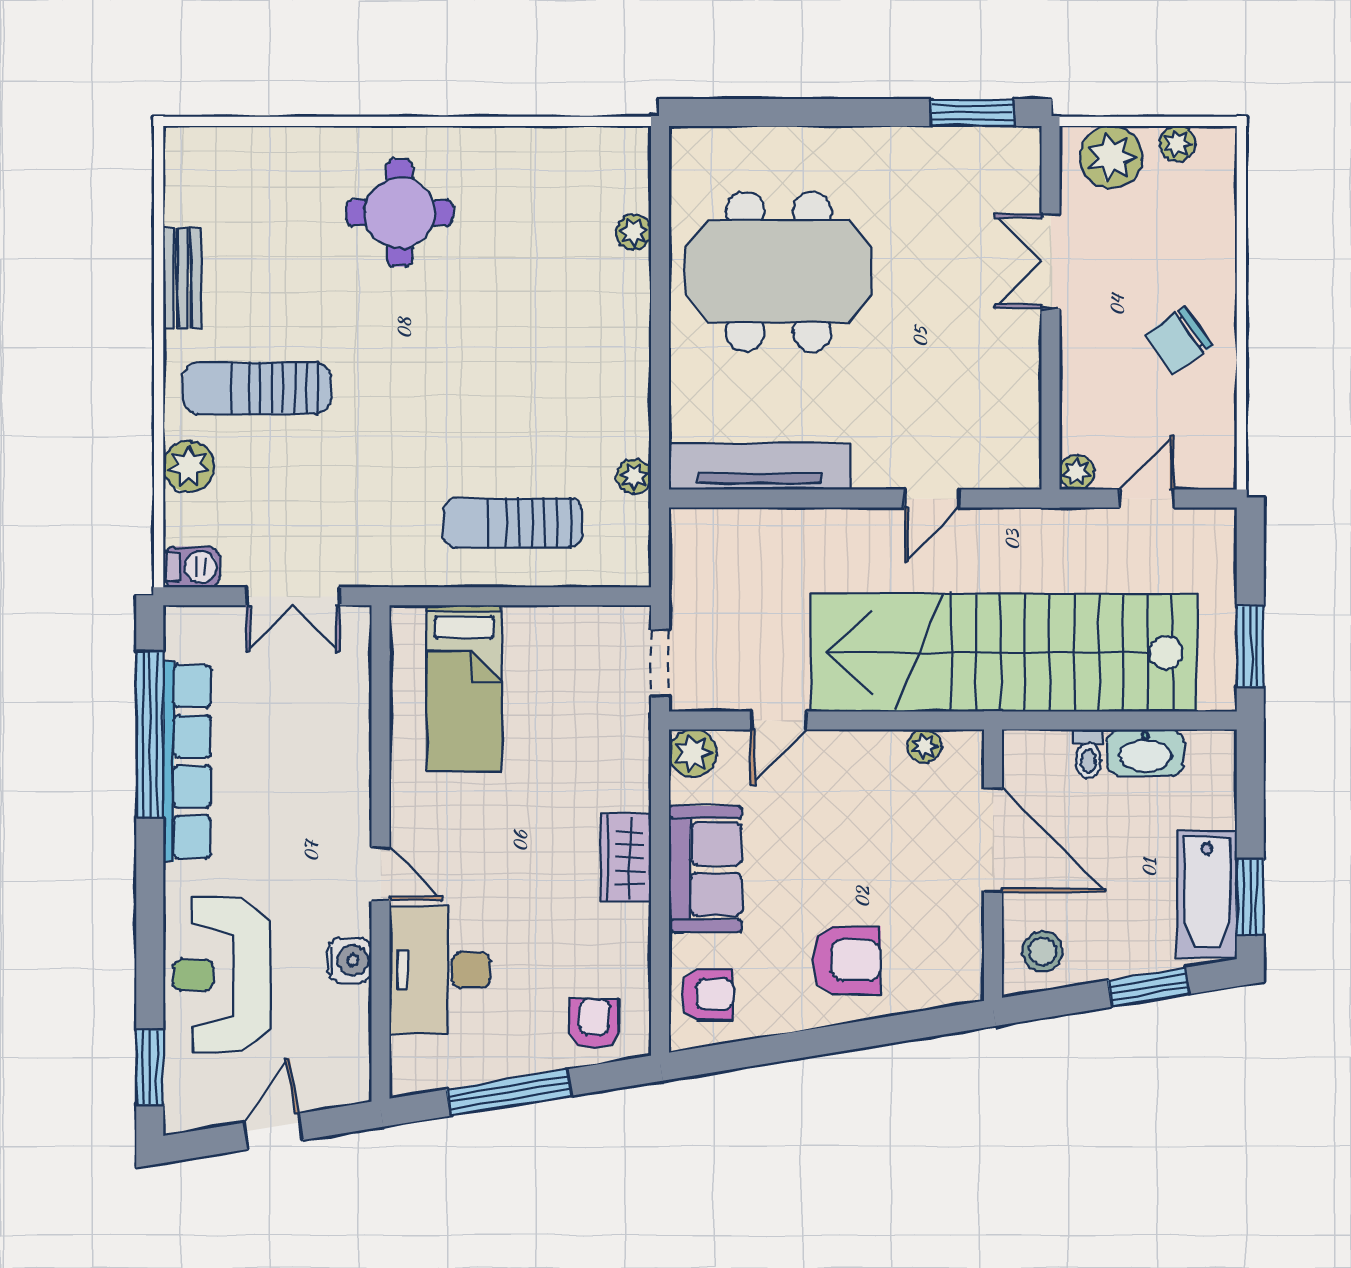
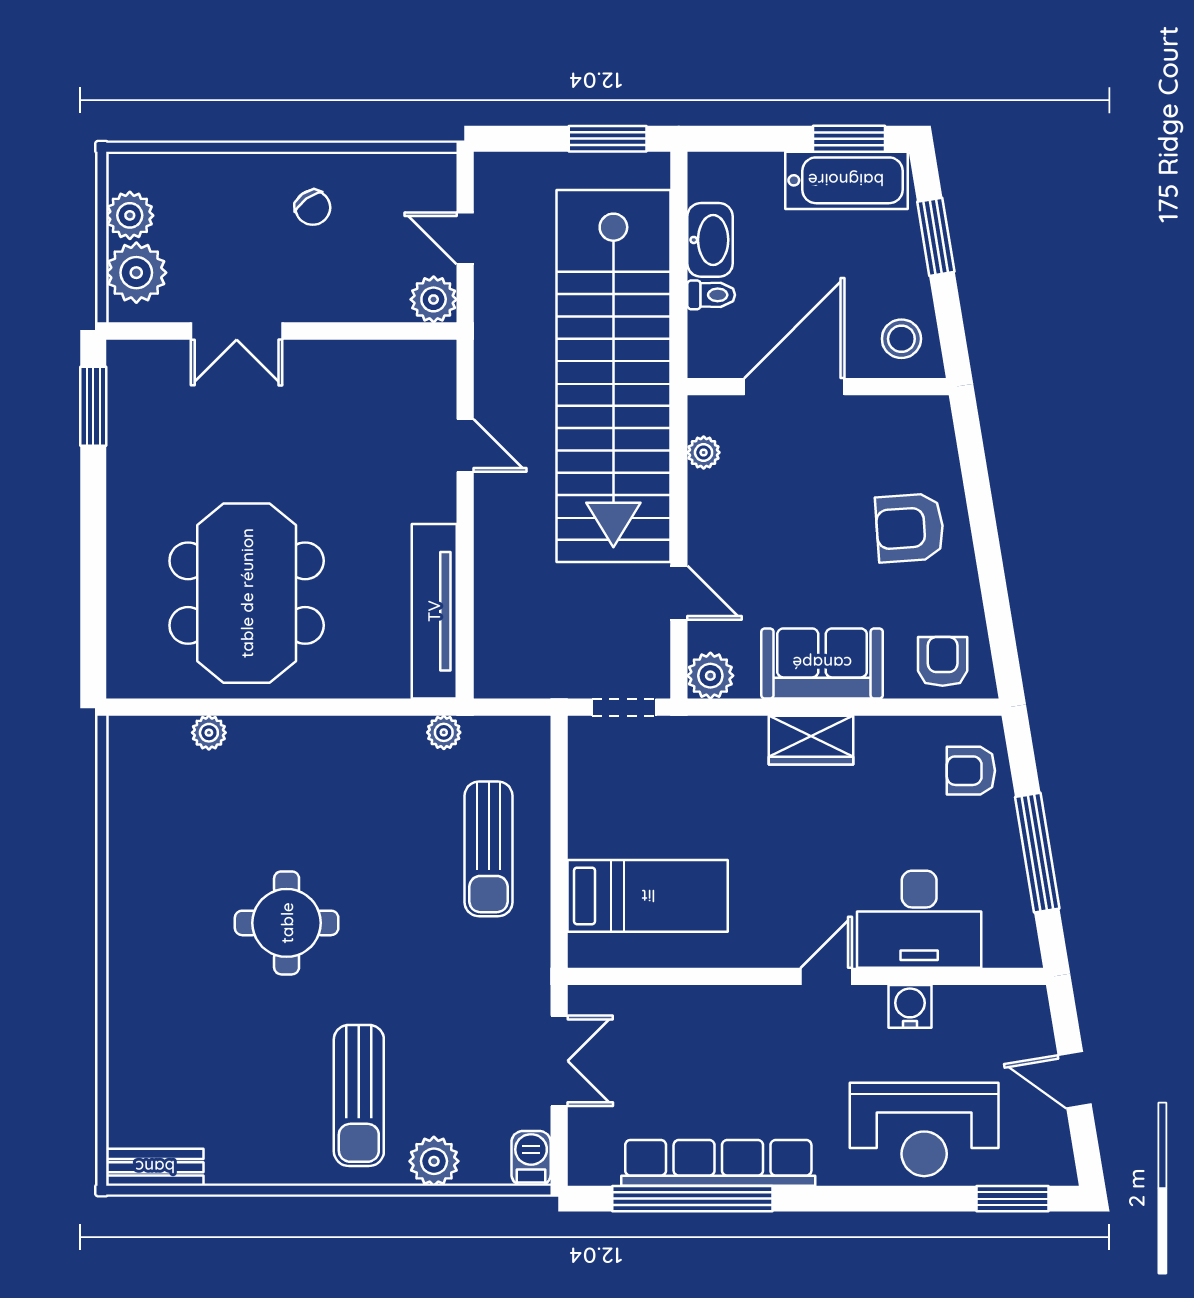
plant: (1177, 144) -> (130, 215), width x1.38, depth x1.38
round table: (400, 213) -> (287, 923), moved
bench: (182, 278) -> (155, 1167), moved
chair: (1179, 340) -> (313, 208), width x0.73, depth x0.73
plant: (1077, 472) -> (434, 299), width x1.38, depth x1.38
armchair: (846, 960) -> (910, 528), turned -94

